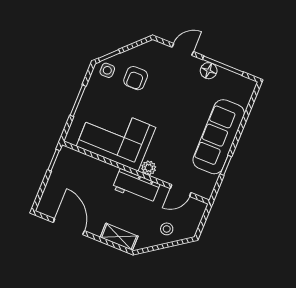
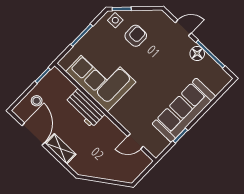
armchair: (136, 78) -> (136, 36), turned 180
plant: (149, 168) -> (117, 113), removed
workbench: (136, 186) -> (85, 108), moved
stool: (167, 229) -> (37, 101), moved
shelving: (119, 237) -> (60, 149), moved

